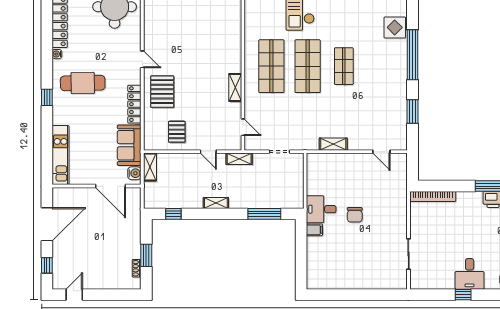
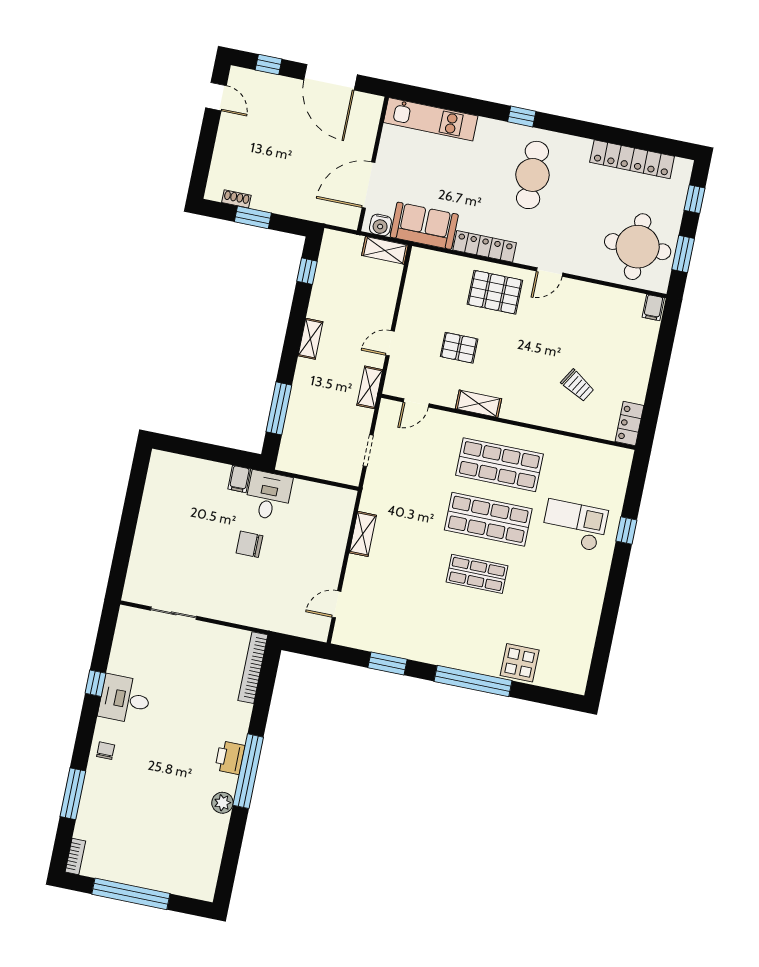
trolley: (211, 27) -> (578, 385), added
water cooler: (57, 54) -> (584, 145), removed
pallet: (177, 132) -> (459, 348), moved

